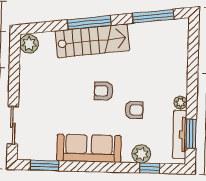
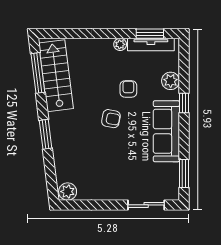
window: (89, 23) -> (46, 134), width x0.69
stairs: (92, 41) -> (56, 76), moved
armchair: (104, 91) -> (111, 119), turned -79
window: (150, 168) -> (184, 103), moved

